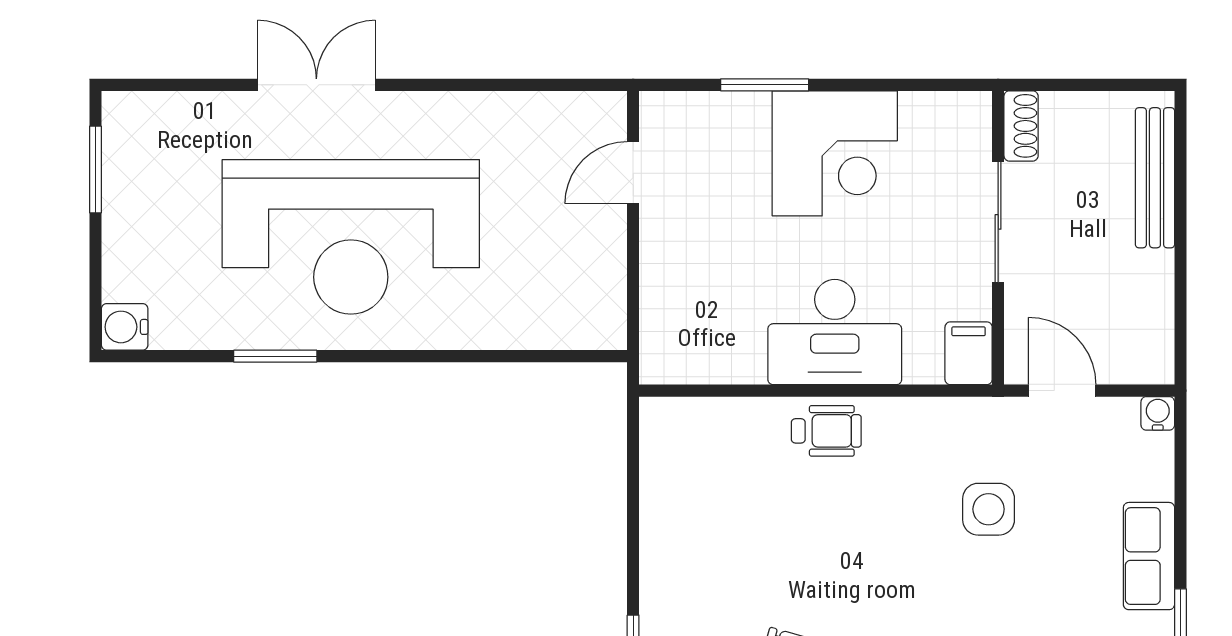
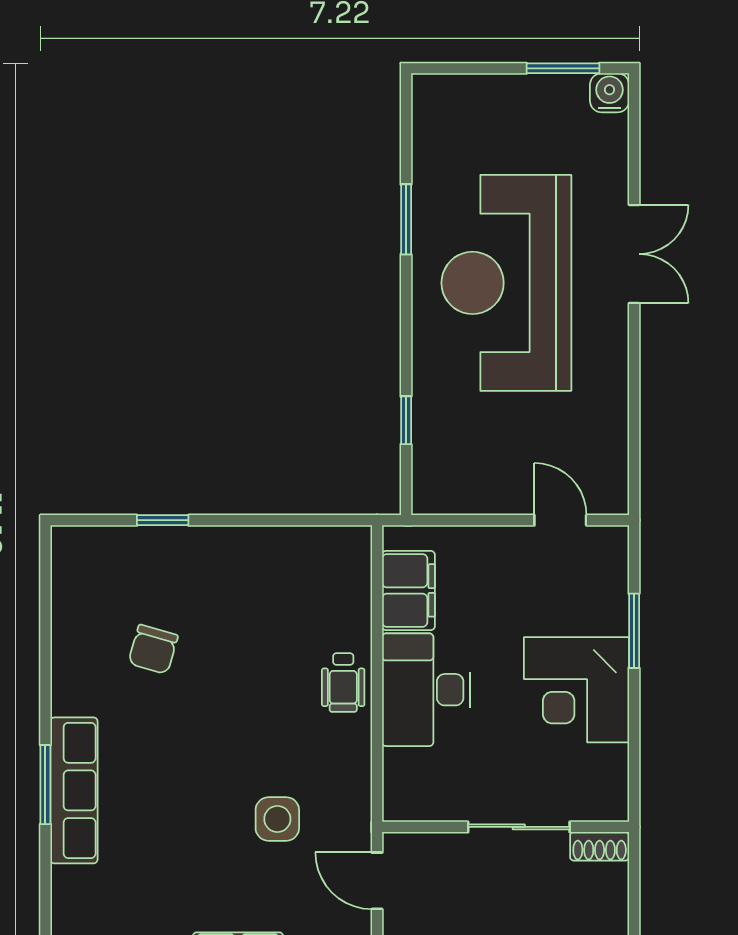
water cooler: (125, 327) -> (610, 93), moved
filing cabinet: (969, 353) -> (408, 590), moved, width x2.00
window: (514, 356) -> (406, 420), added
door: (1062, 391) -> (377, 881), swing flipped

